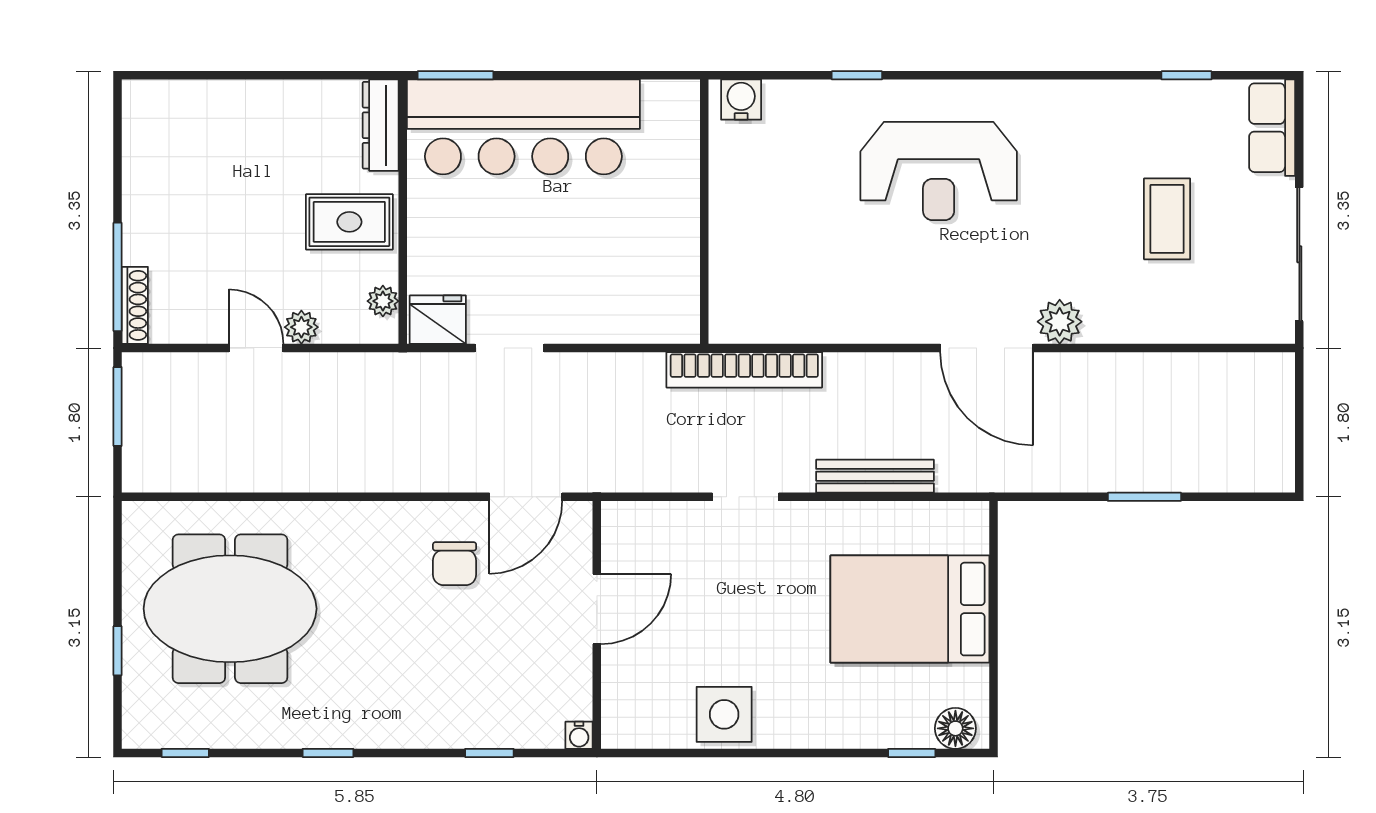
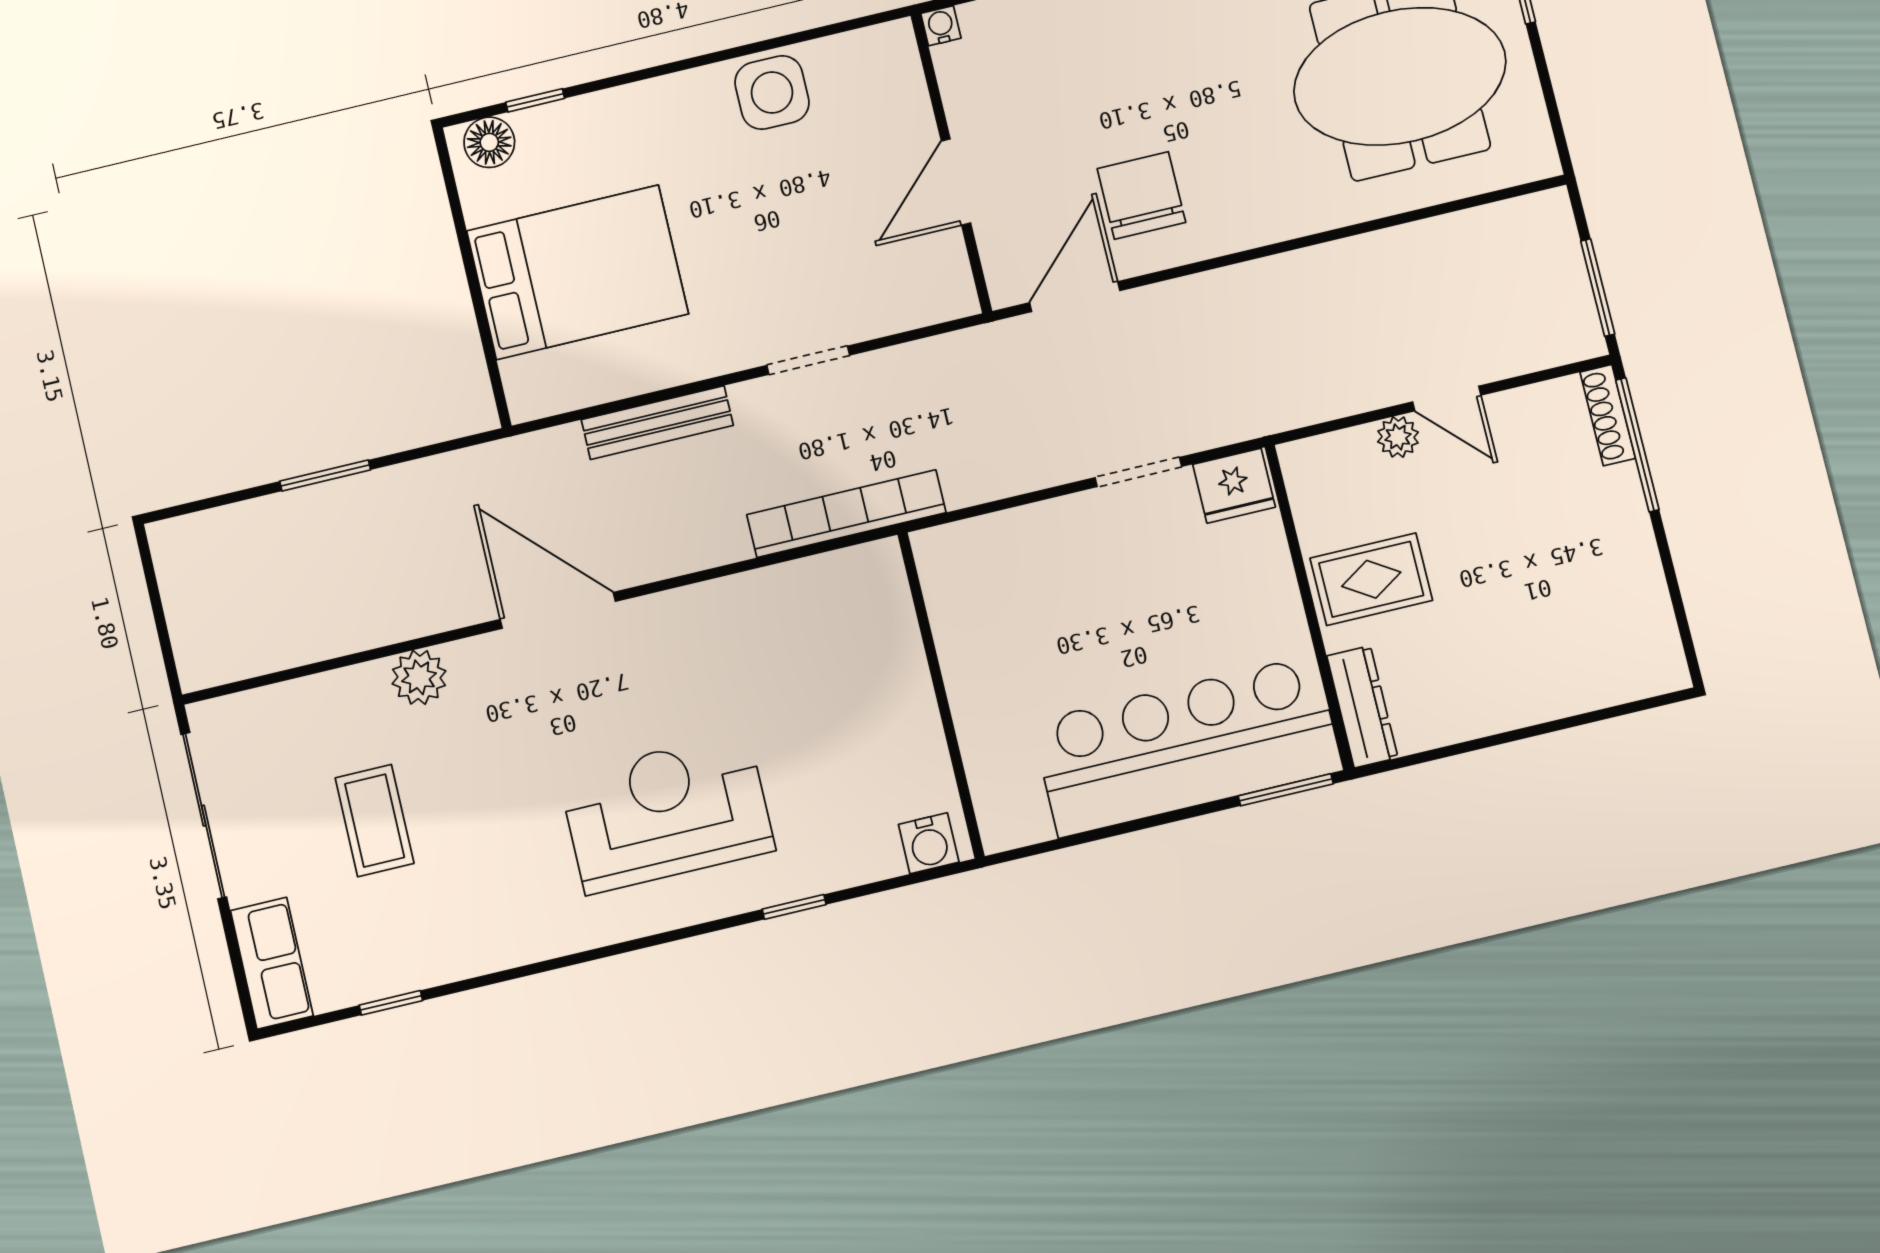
plant: (383, 301) -> (1306, 493), removed
plant: (1060, 322) -> (419, 677), moved
chair: (455, 564) -> (1141, 195), width x1.37, depth x1.37

